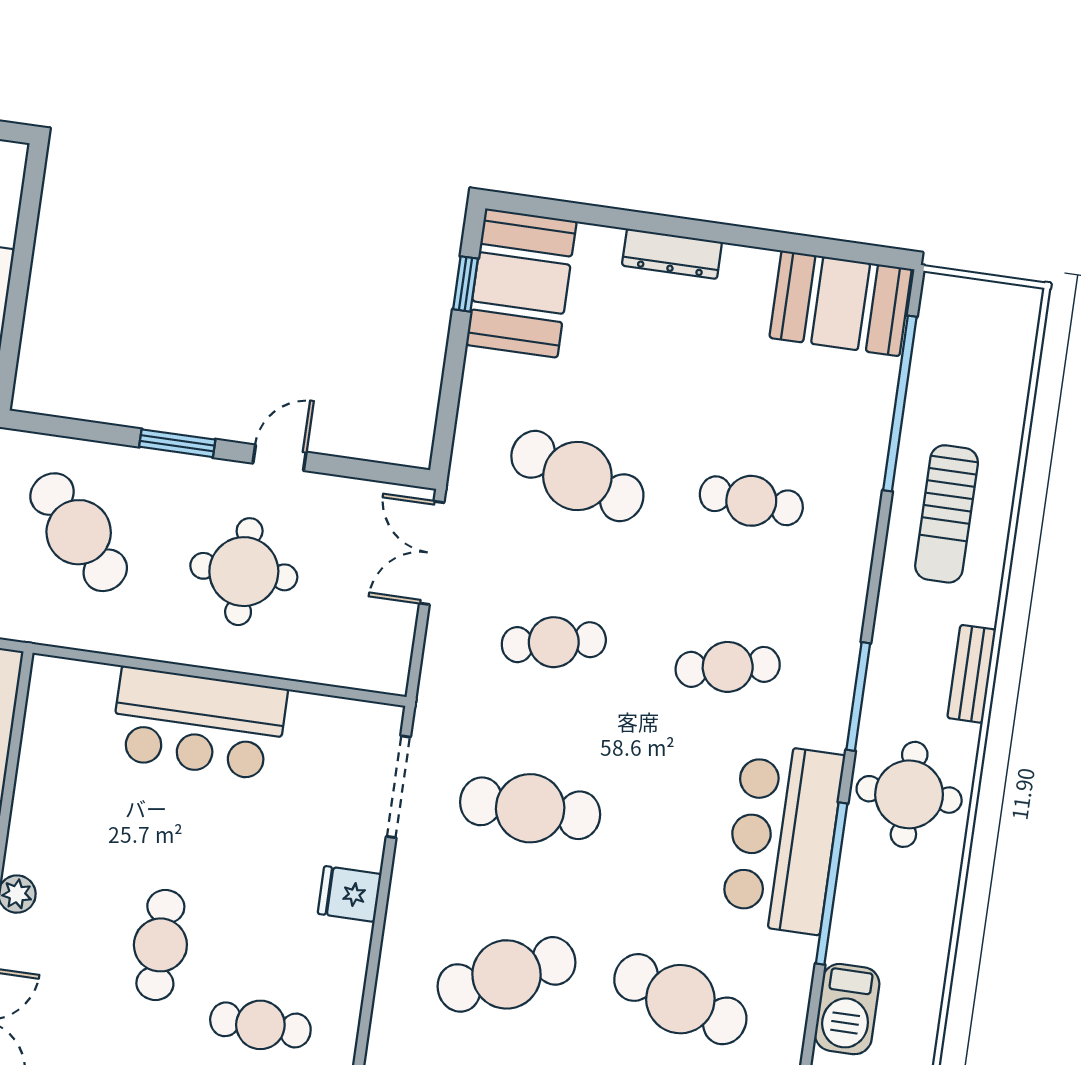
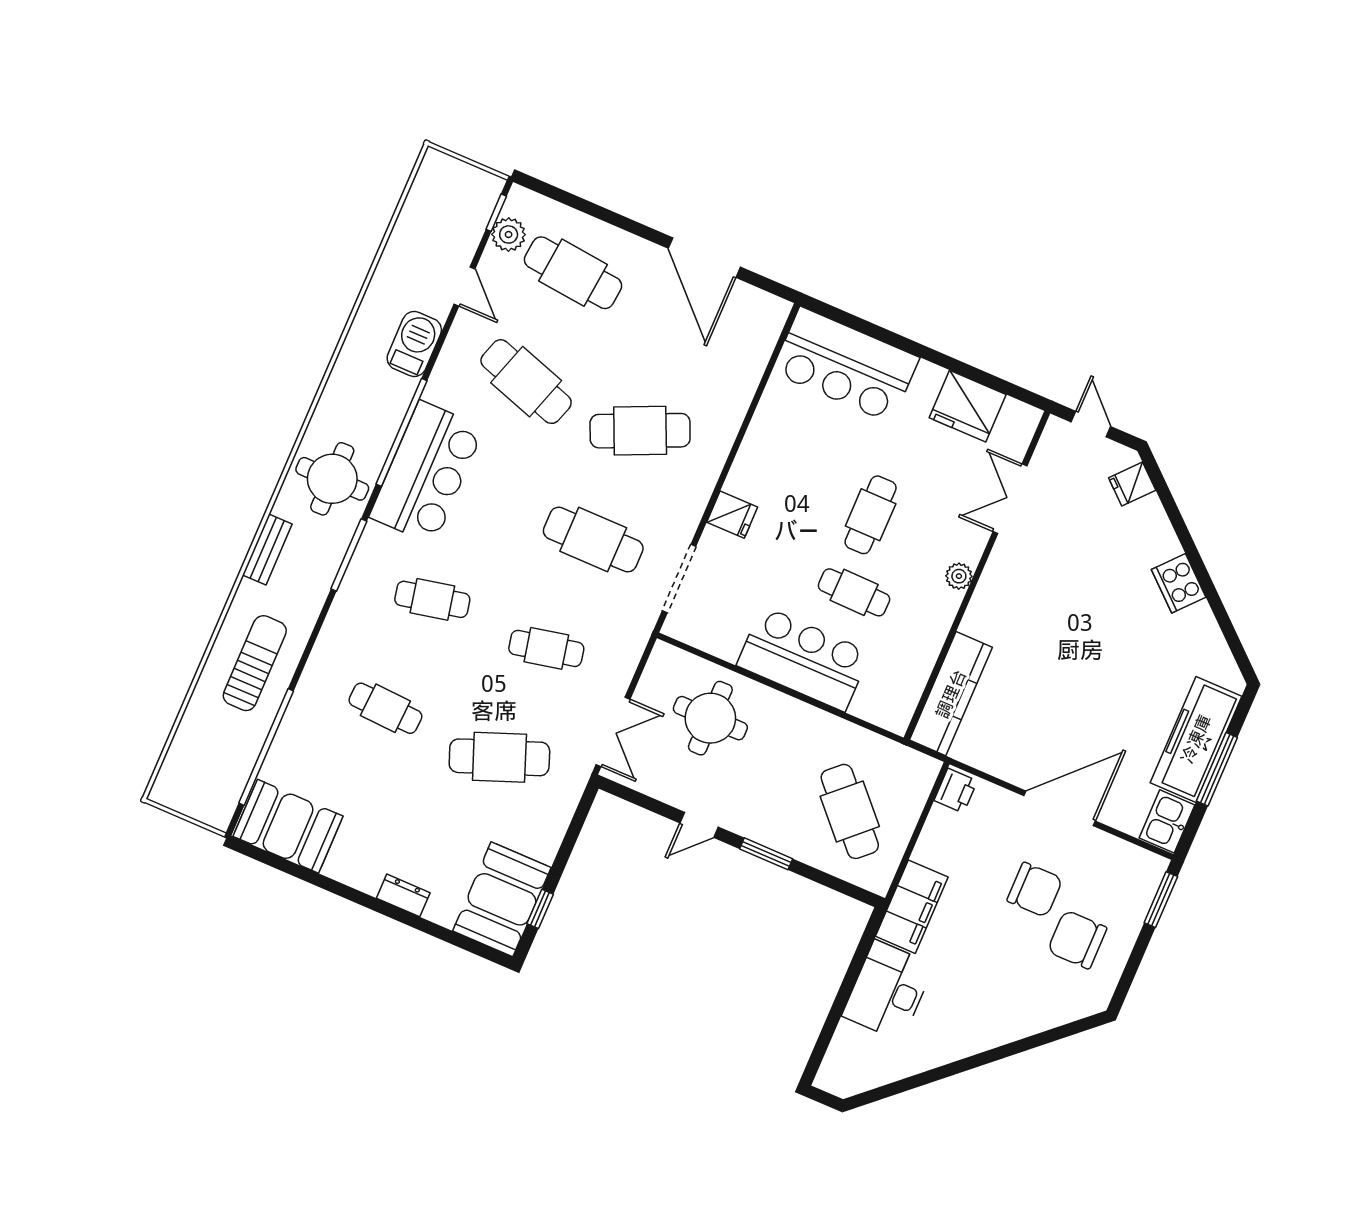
dresser: (672, 254) -> (403, 895), width x0.70
cafe table: (577, 476) -> (499, 757), turned -39
round table: (244, 572) -> (710, 718), moved
cafe table: (260, 1025) -> (854, 592), moved

